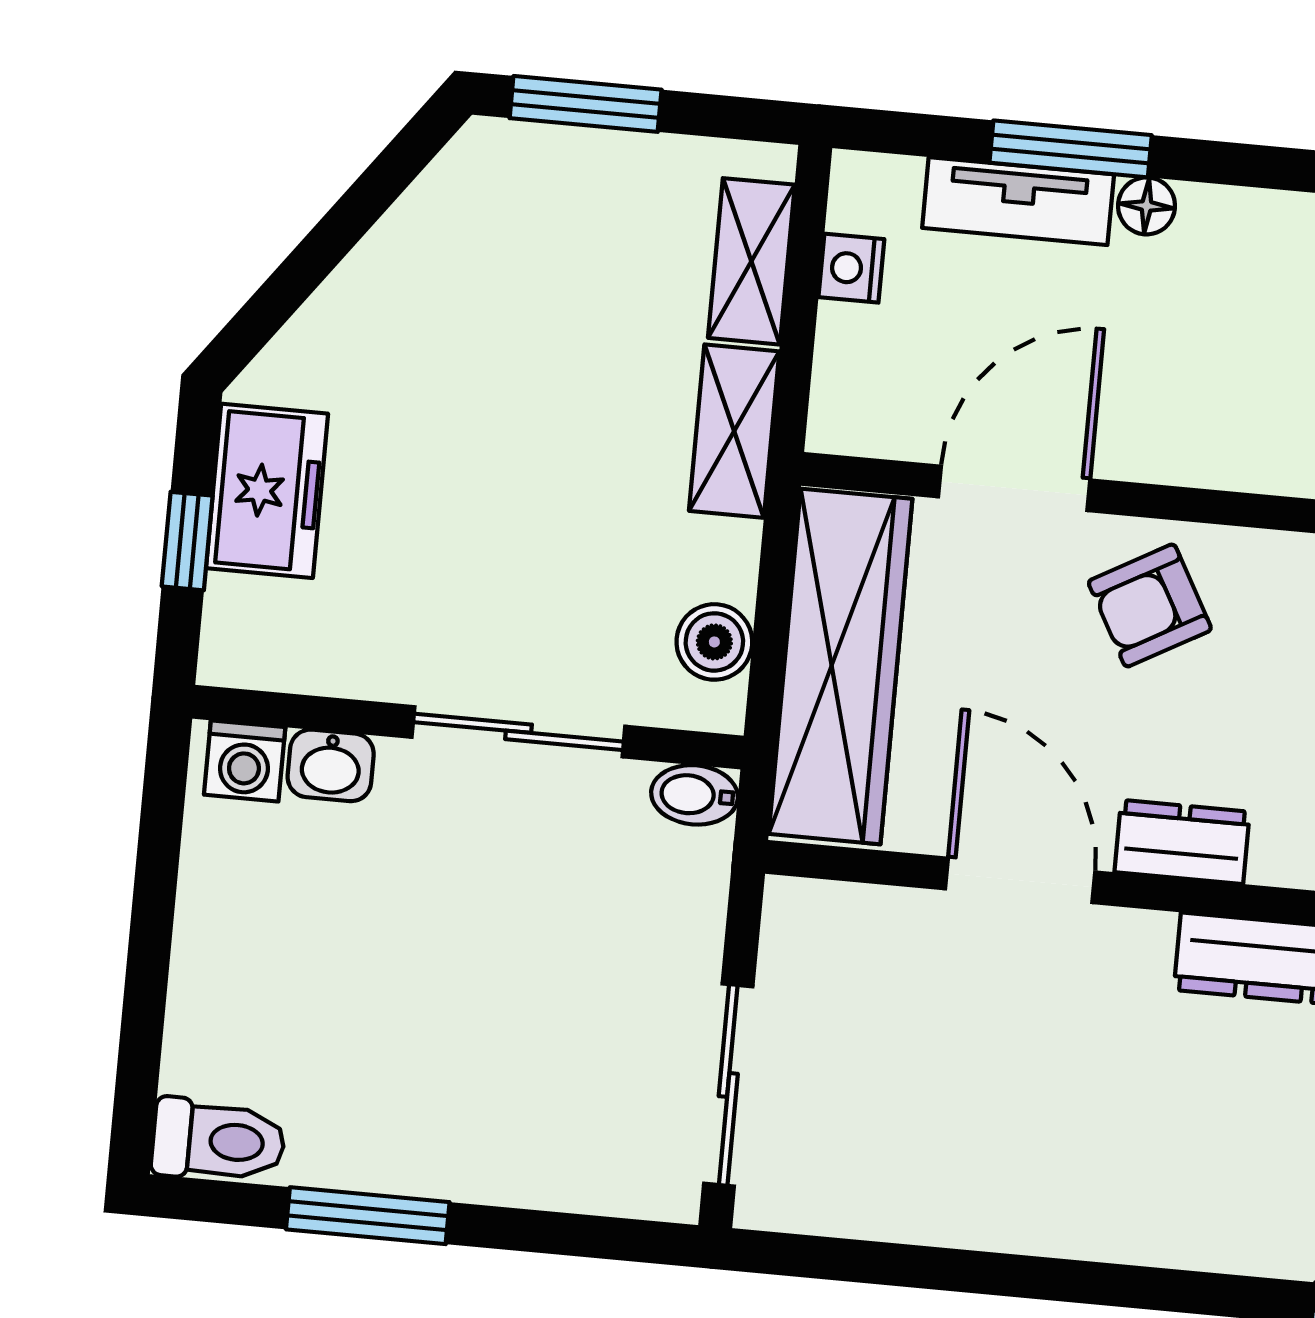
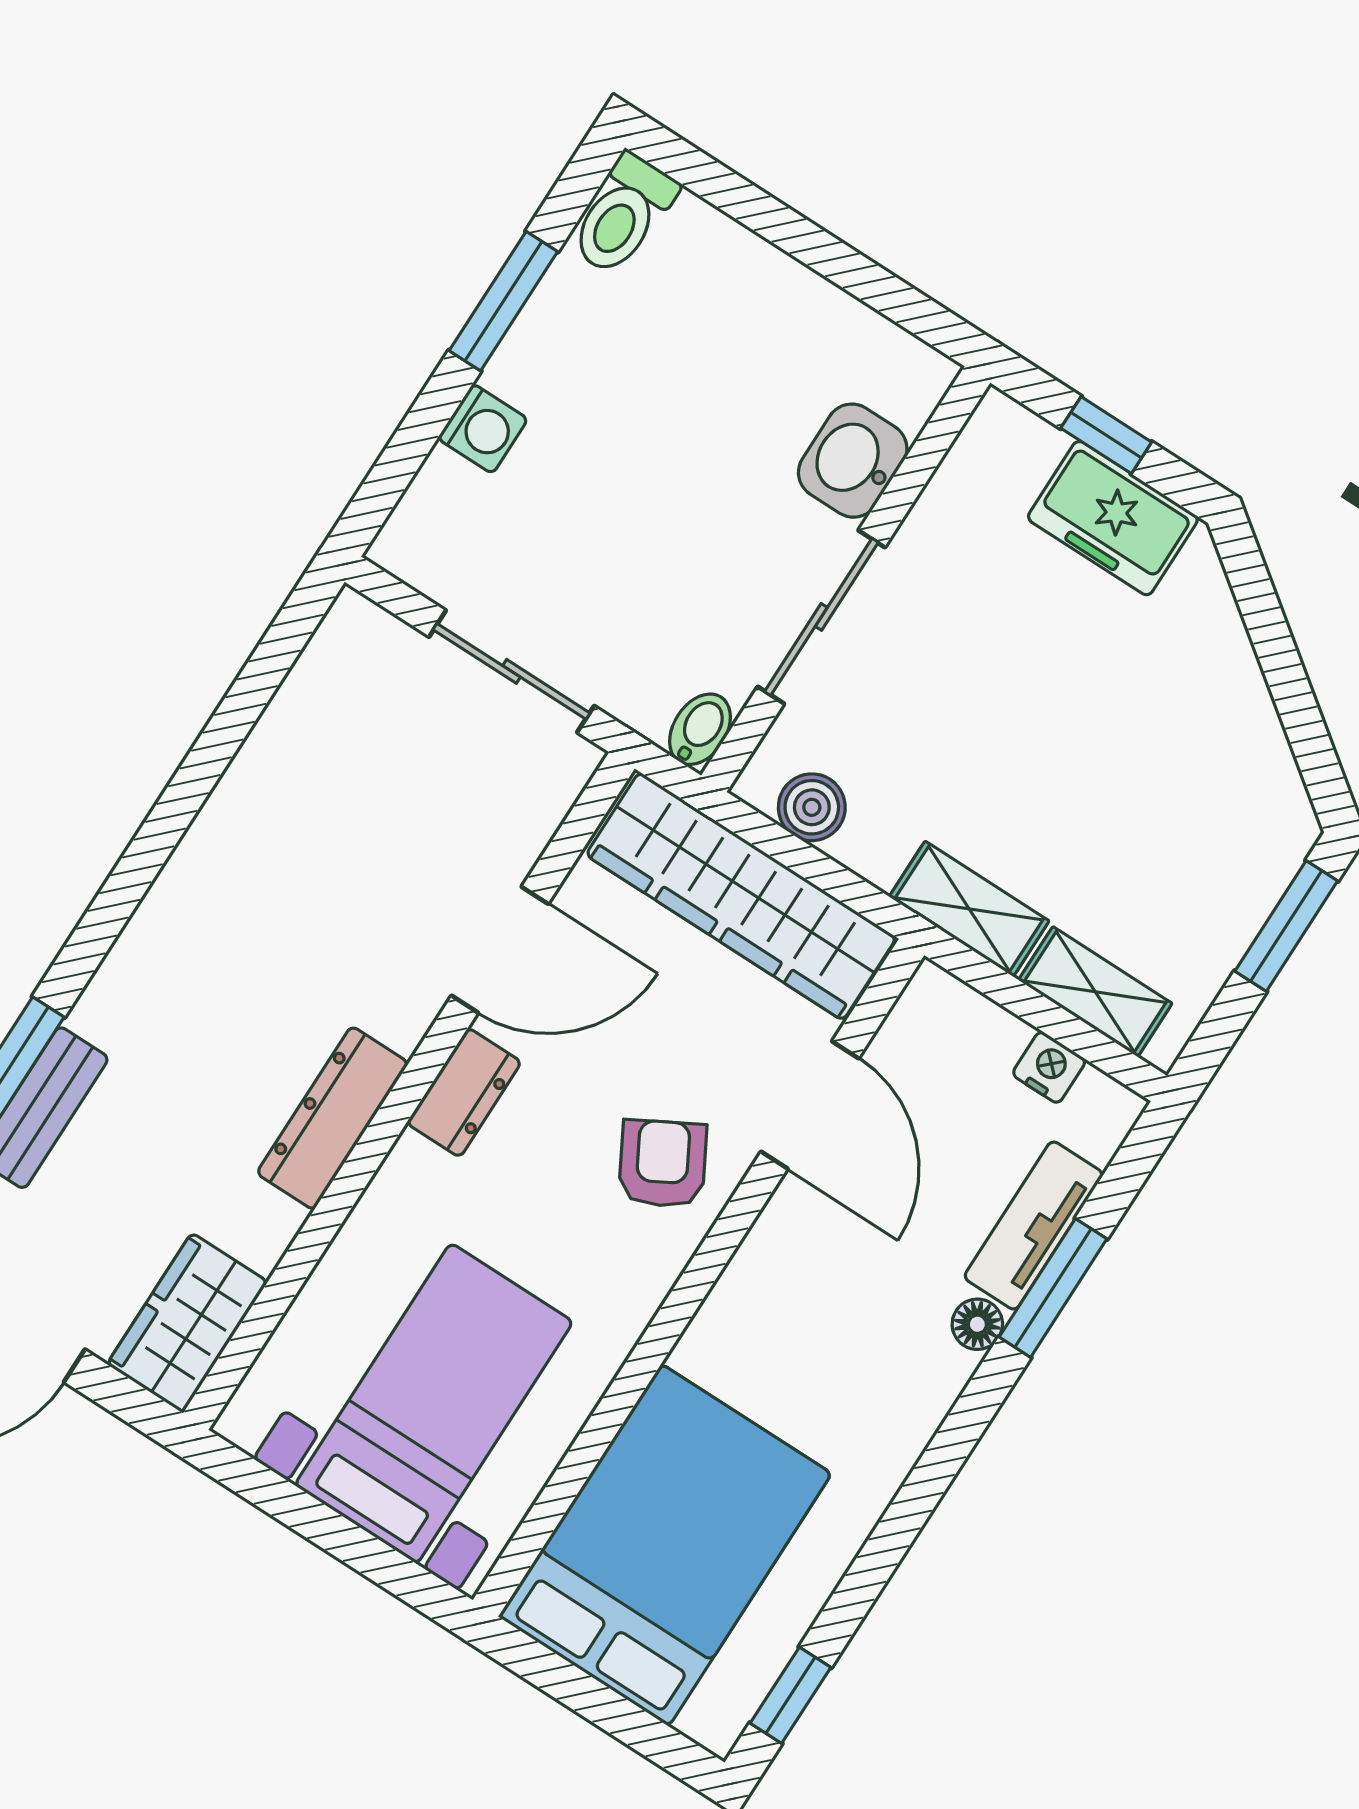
washing machine: (245, 761) -> (483, 429), moved, turned 180
washbasin: (331, 765) -> (853, 461), width x1.38, depth x1.45
sliding door: (728, 1085) -> (512, 671), moved

